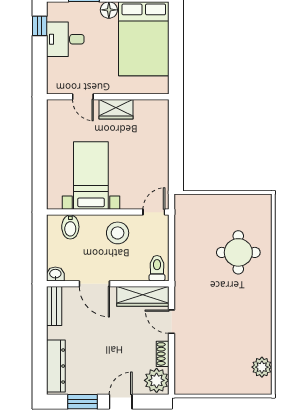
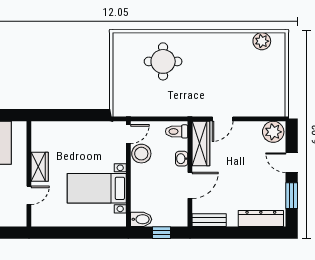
door: (154, 212) -> (128, 134), swing flipped
bidet: (70, 227) -> (141, 219), moved
stool: (118, 233) -> (141, 154), moved
window: (40, 251) -> (161, 233), added
washbasin: (55, 274) -> (182, 159), moved
shoe rack: (163, 354) -> (250, 127), removed

